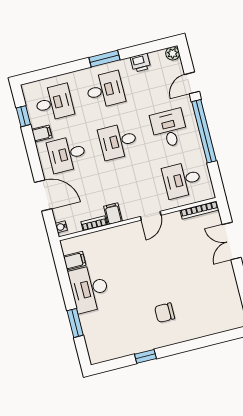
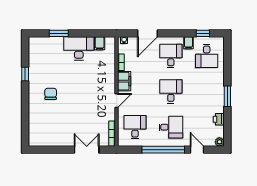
desk: (105, 90) -> (207, 92), removed
filing cabinet: (113, 214) -> (124, 81), width x2.00
door: (151, 216) -> (117, 101), swing flipped

